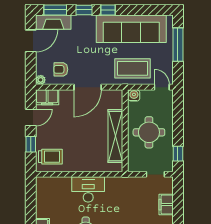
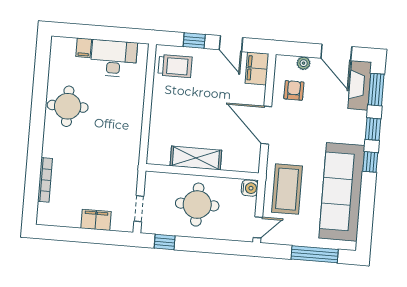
plant: (41, 80) -> (304, 63), moved
shelving: (115, 136) -> (196, 158), width x0.68
trolley: (50, 157) -> (175, 66), turned -90
desk: (88, 189) -> (114, 58), moved, turned -90

